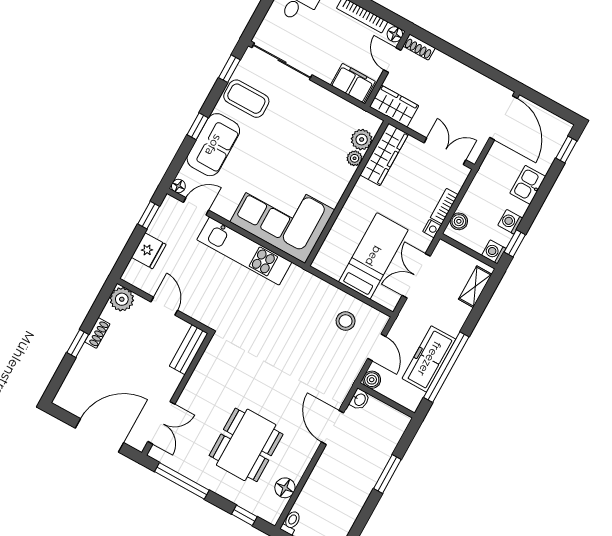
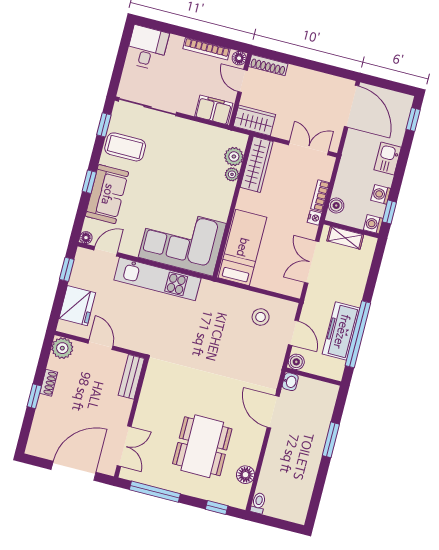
shoe rack: (419, 47) -> (268, 65), width x1.43
fridge: (149, 251) -> (77, 306), width x1.36, depth x1.34
bed: (373, 256) -> (242, 247), moved
shelving: (475, 287) -> (345, 238), moved, turned 90

